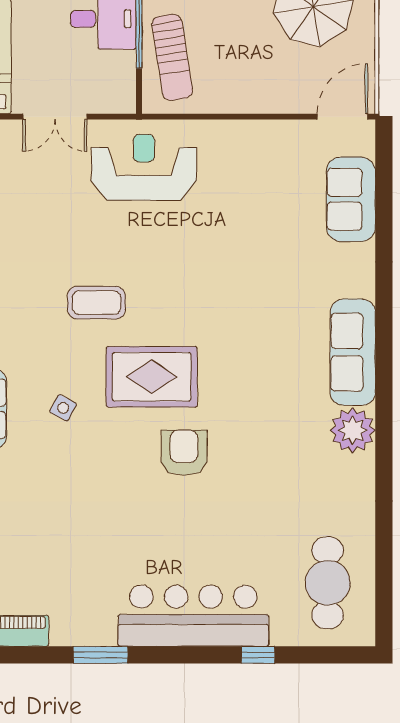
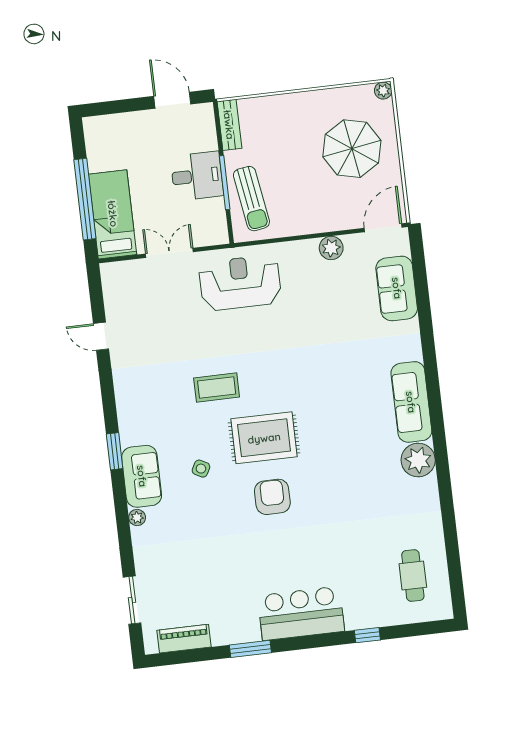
double door: (55, 117) -> (169, 253), swing flipped
plant: (270, 135) -> (331, 248), added
armchair: (184, 453) -> (272, 497), moved
cafe table: (328, 583) -> (413, 575), width x0.73, depth x0.74
bar counter: (193, 616) -> (301, 613), width x0.73

